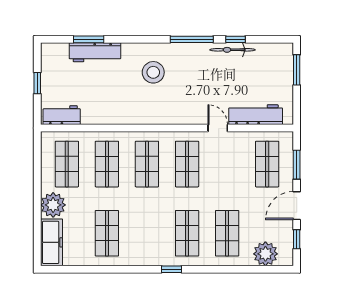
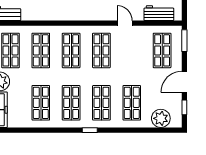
workbench: (256, 115) -> (159, 13), width x0.73
window: (297, 165) -> (184, 41), moved
shop shelf: (147, 233) -> (71, 103), added

